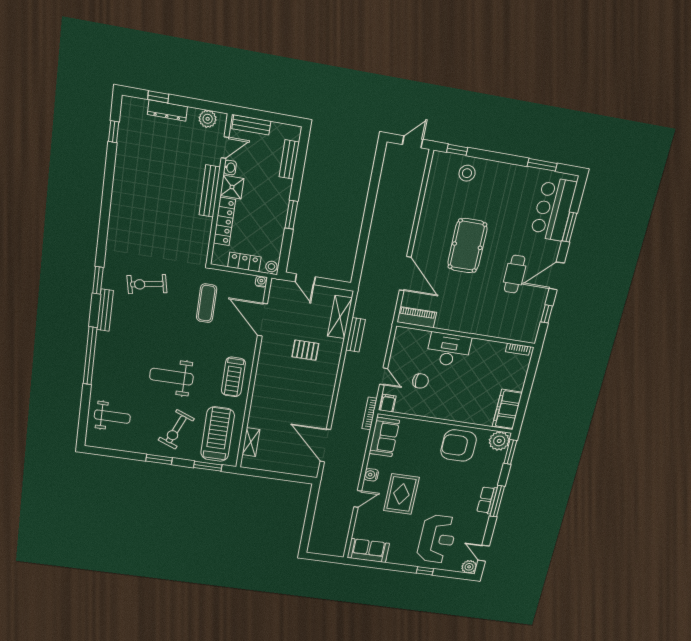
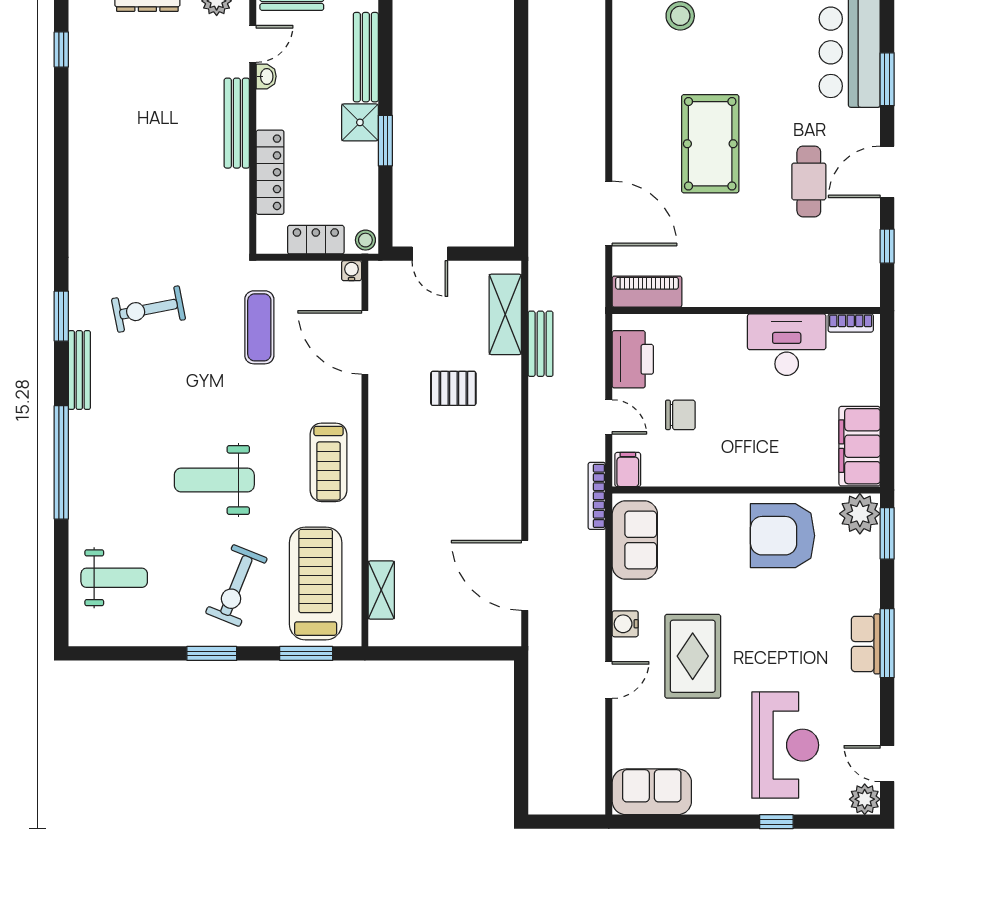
bench: (289, 159) -> (366, 57), width x1.36
shower: (232, 187) -> (360, 122), moved
printer: (402, 350) -> (633, 359), added
desk: (449, 350) -> (787, 345), moved

